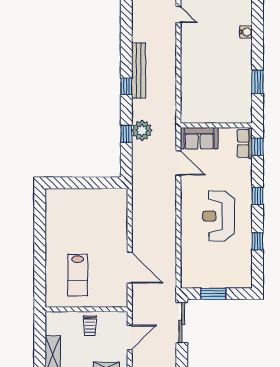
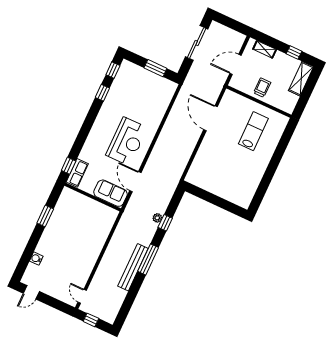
window: (126, 86) -> (148, 259), width x2.17
plant: (142, 130) -> (157, 218), width x0.53, depth x0.53
window: (257, 196) -> (113, 70), moved
reception desk: (218, 216) -> (127, 141), moved
sliding door: (182, 323) -> (197, 43), moved

